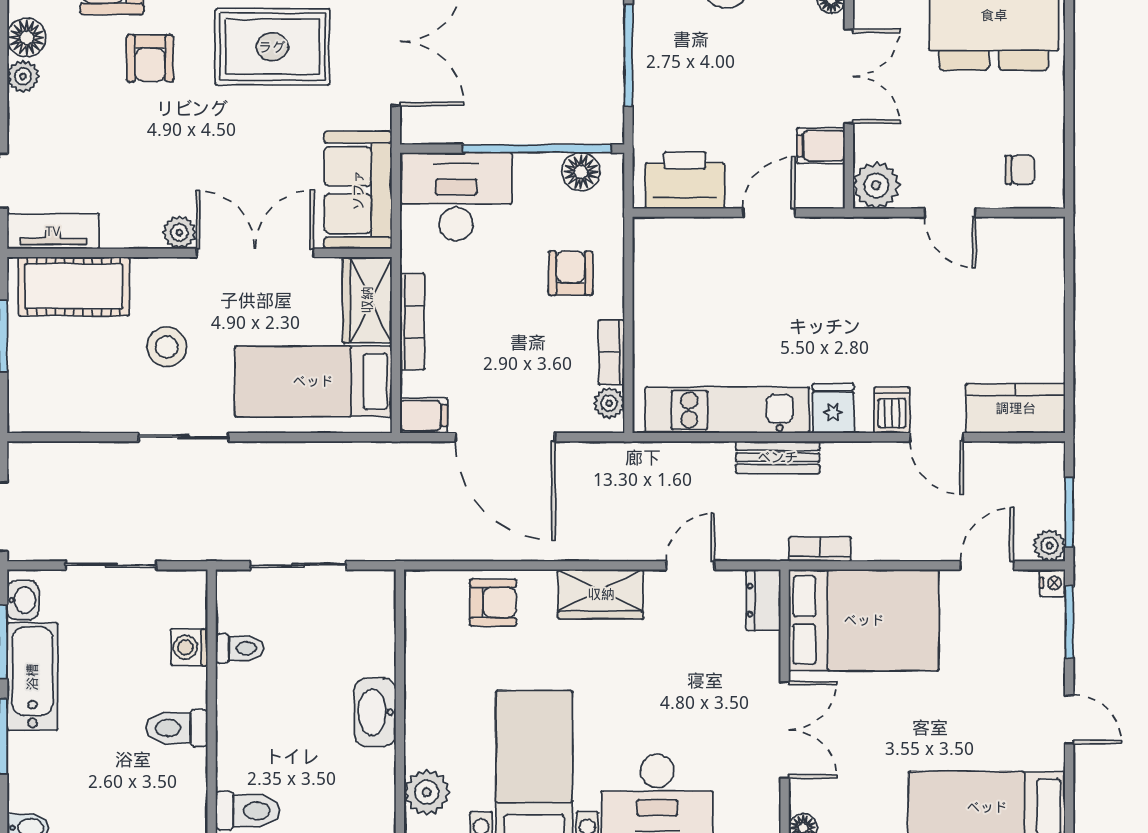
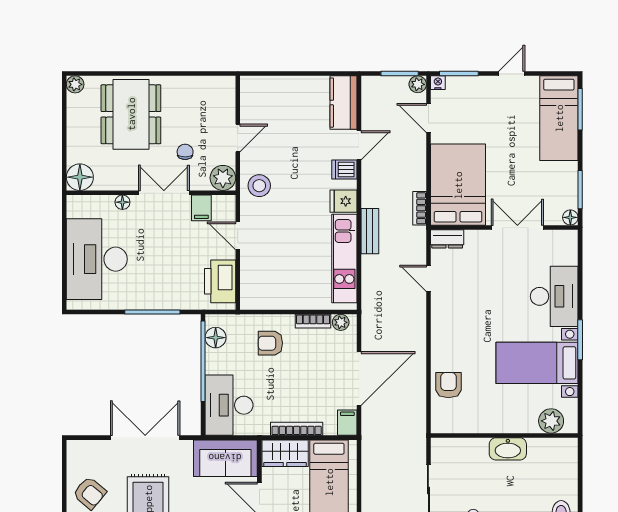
chair: (1020, 170) -> (185, 152), moved
stool: (862, 253) -> (259, 186), added
wardrobe: (601, 594) -> (444, 327), removed

